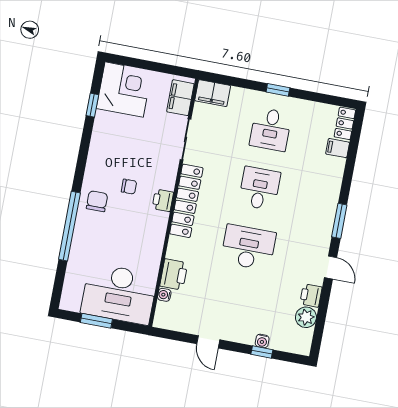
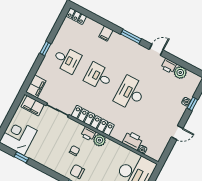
filing cabinet: (338, 148) -> (106, 34), moved
plant: (158, 221) -> (99, 140), added

